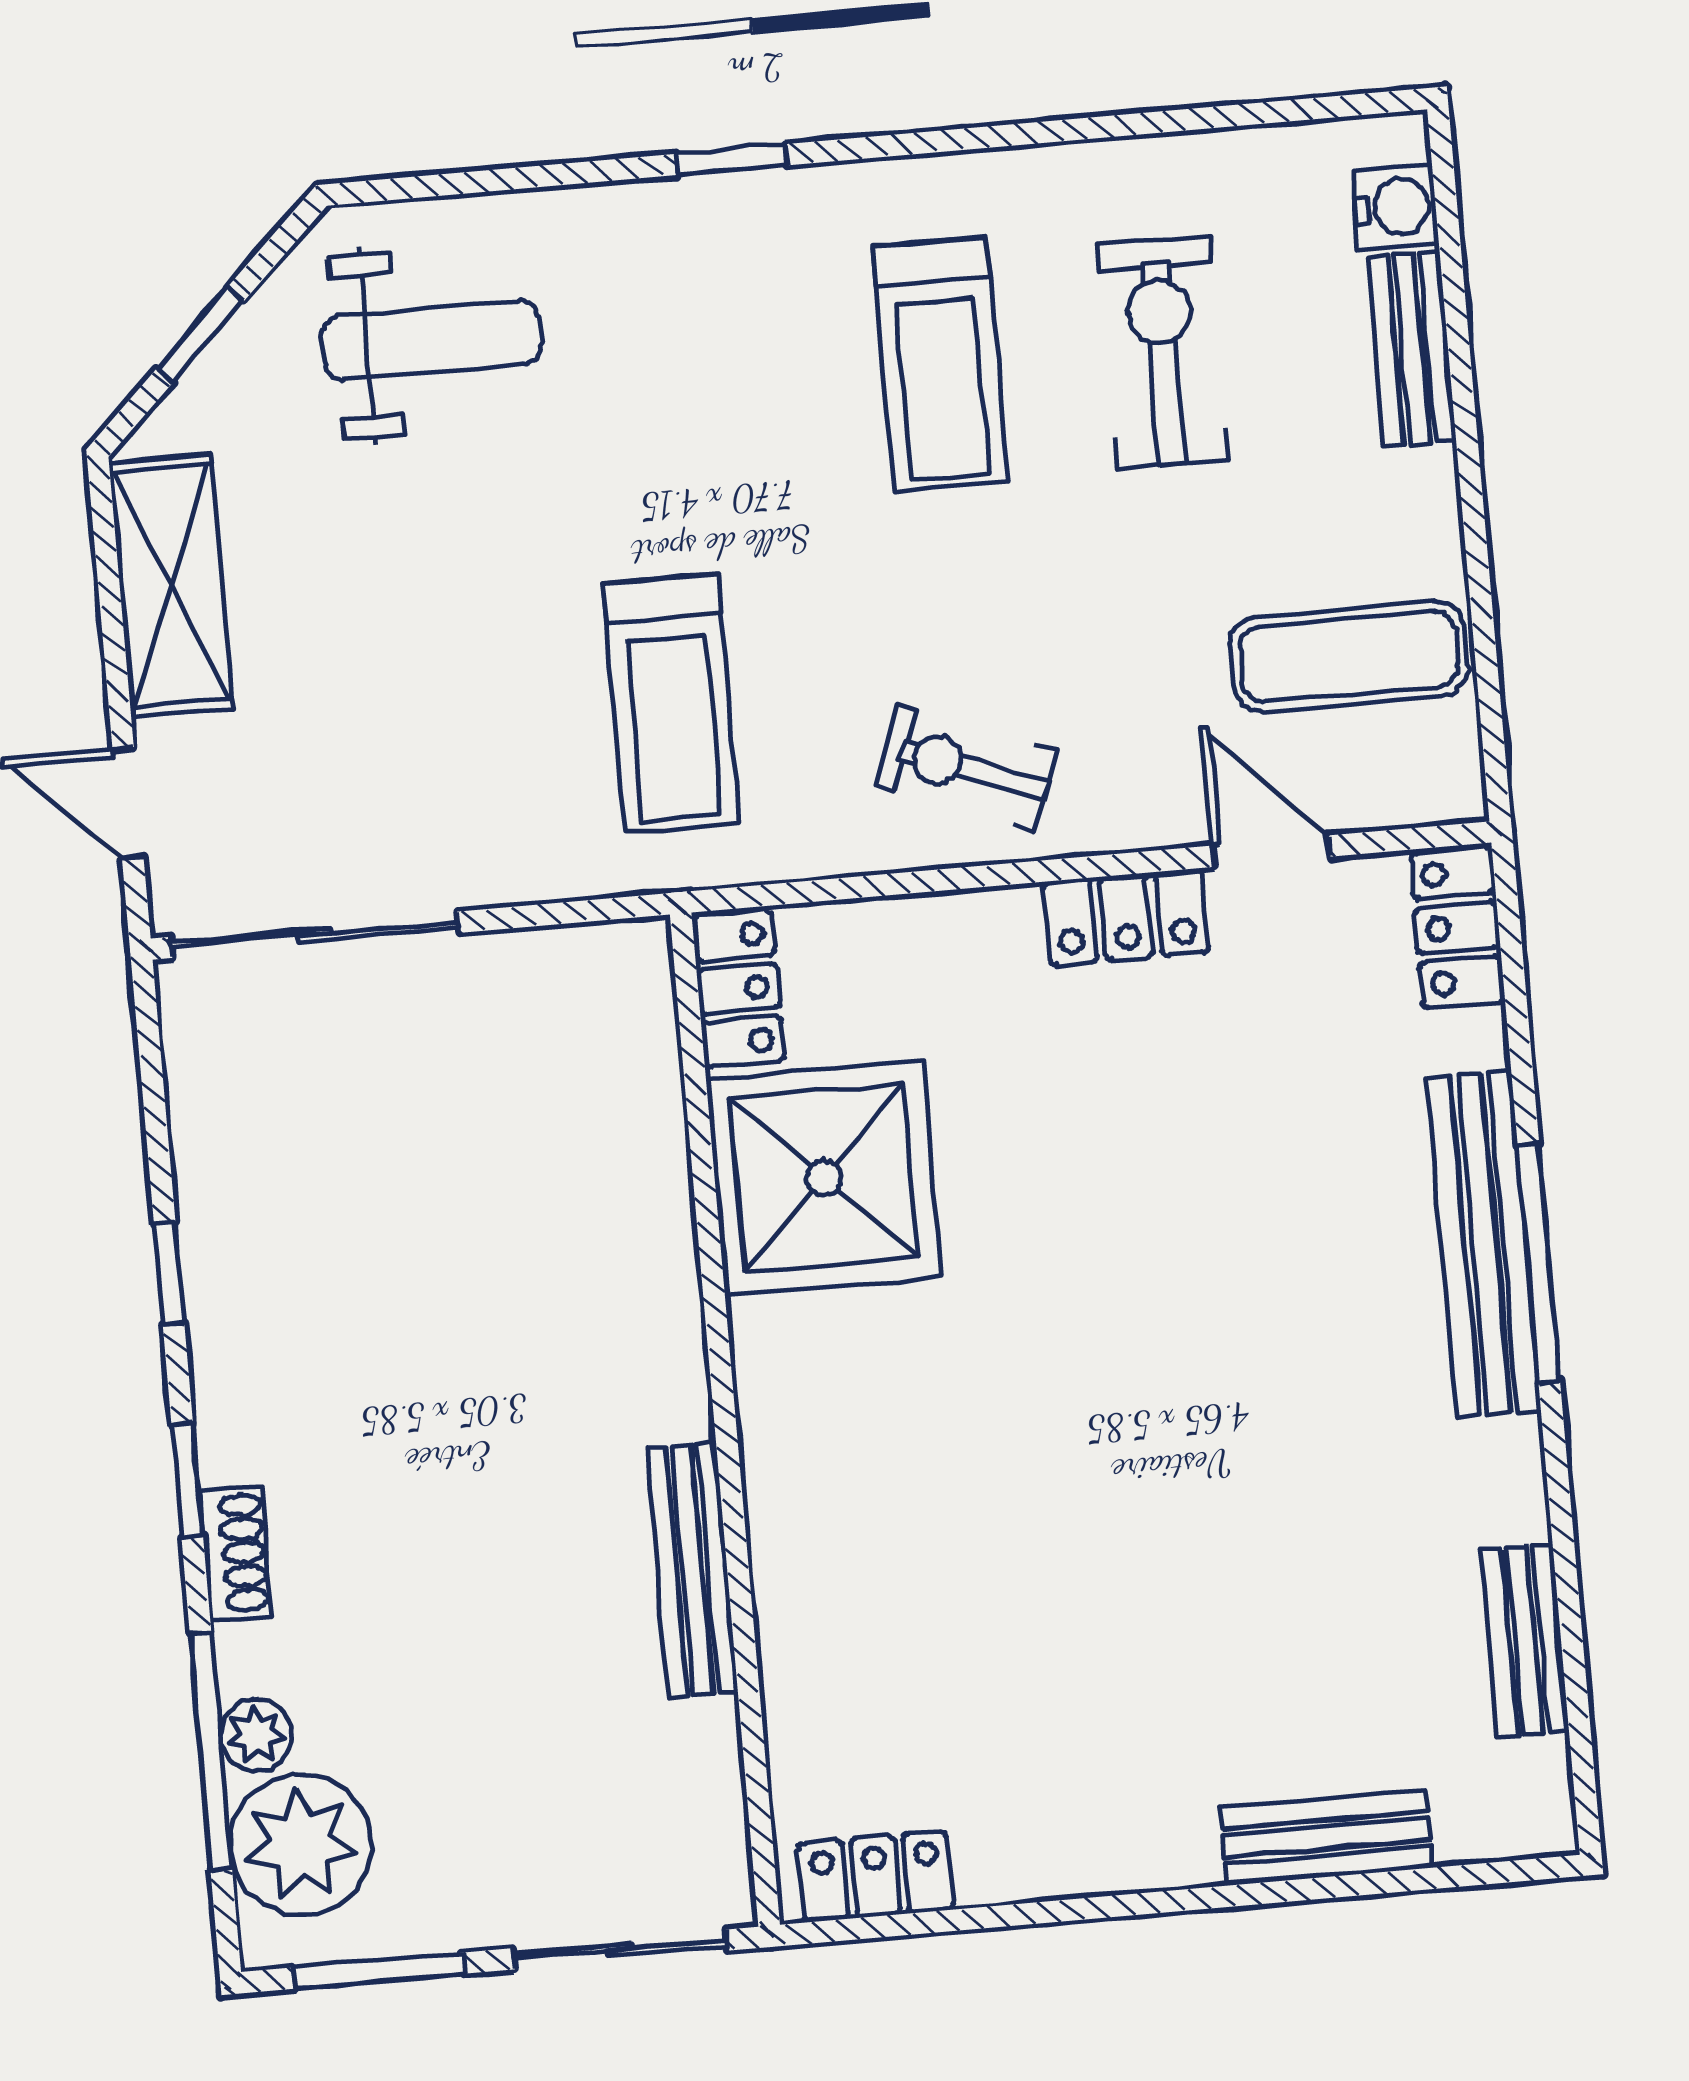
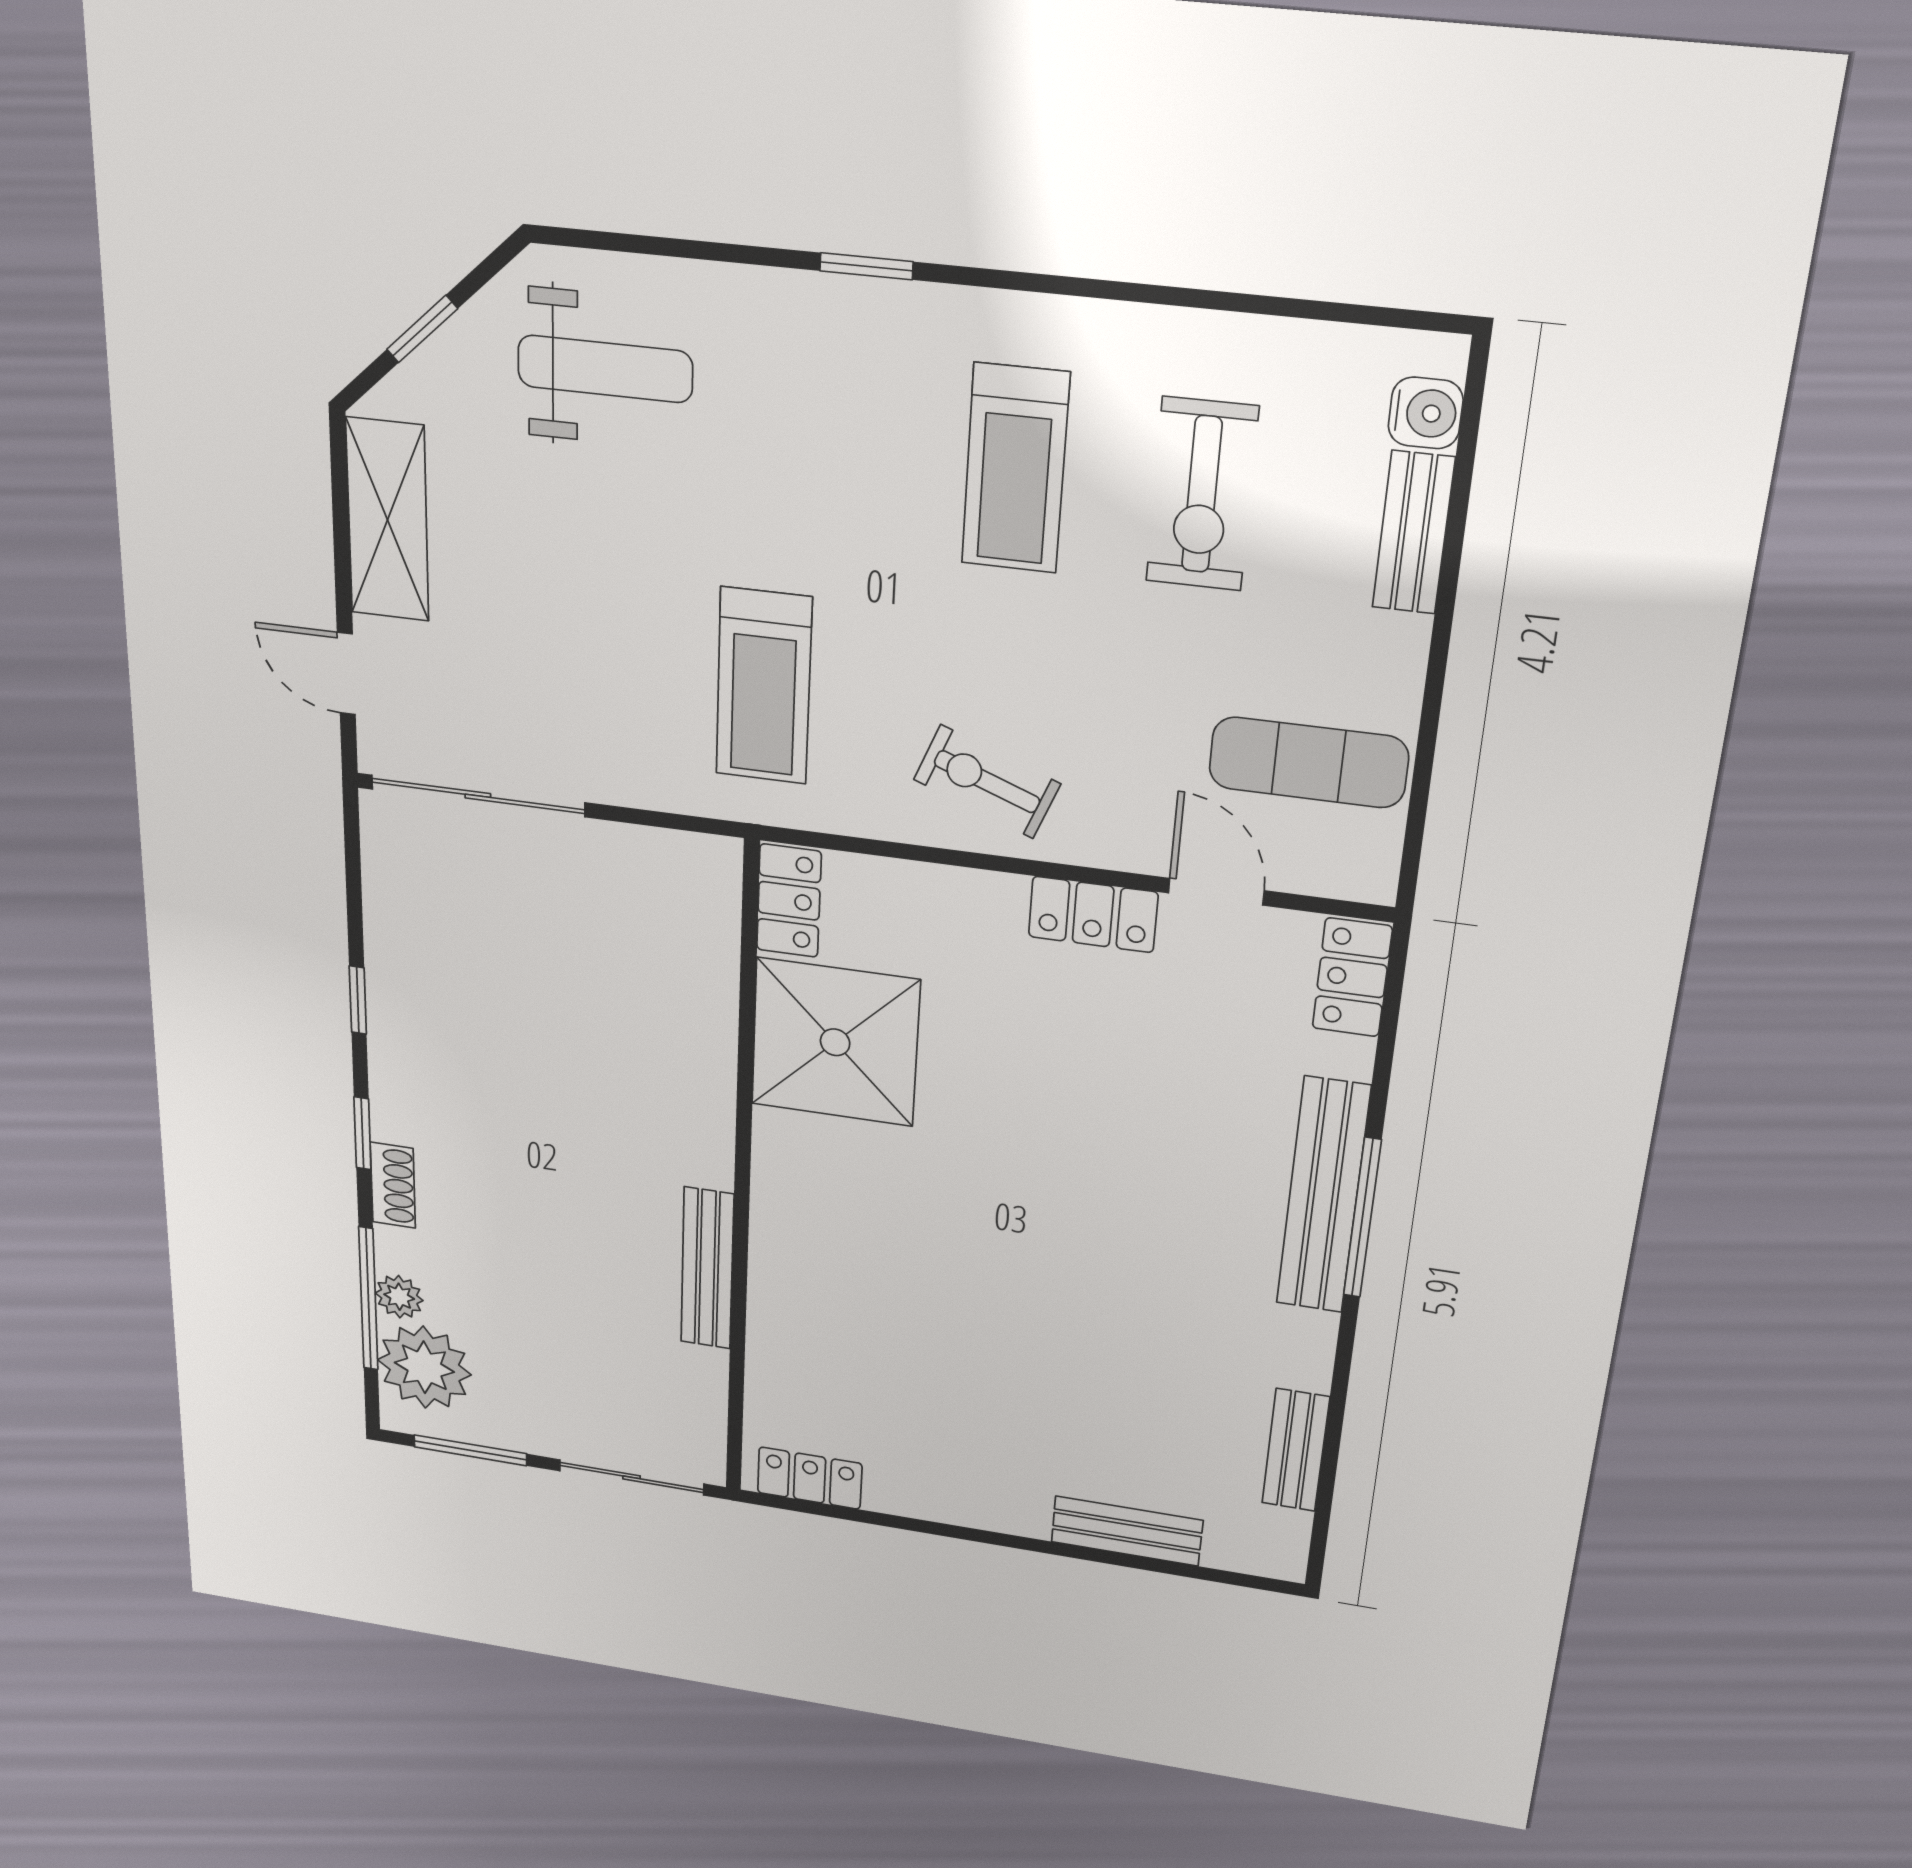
exercise bike: (1163, 352) -> (1202, 494), turned 180

